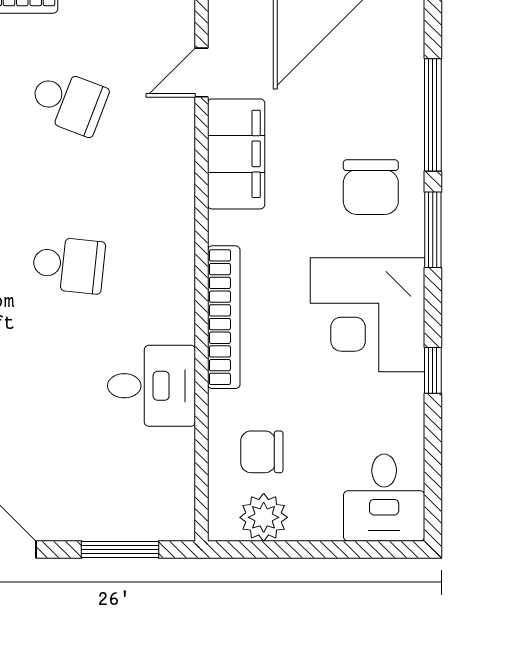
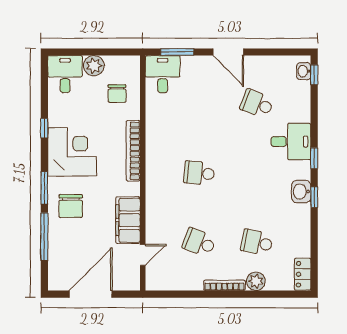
chair: (371, 187) -> (71, 206), turned 180
desk: (151, 386) -> (163, 74), moved, turned 90
chair: (262, 452) -> (117, 94), turned 90
plant: (264, 517) -> (94, 66), moved

